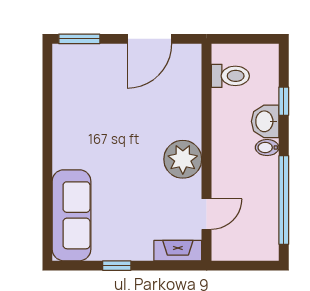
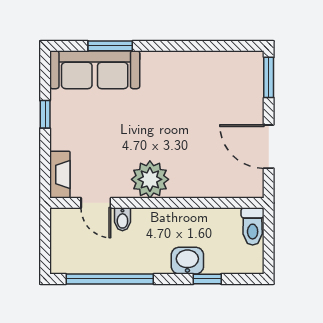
toilet: (230, 76) -> (253, 226), moved
bidet: (267, 148) -> (122, 219), moved, turned 180
window: (47, 200) -> (110, 46), added

